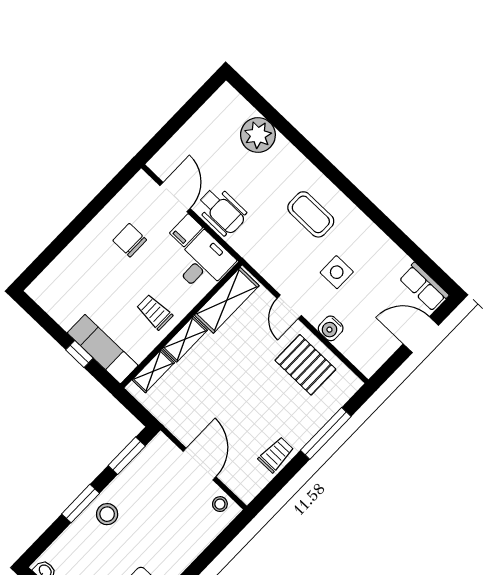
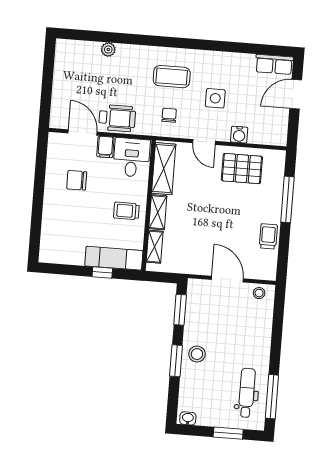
plant: (258, 135) -> (108, 49), width x0.53, depth x0.53
chair: (276, 251) -> (169, 115), added

